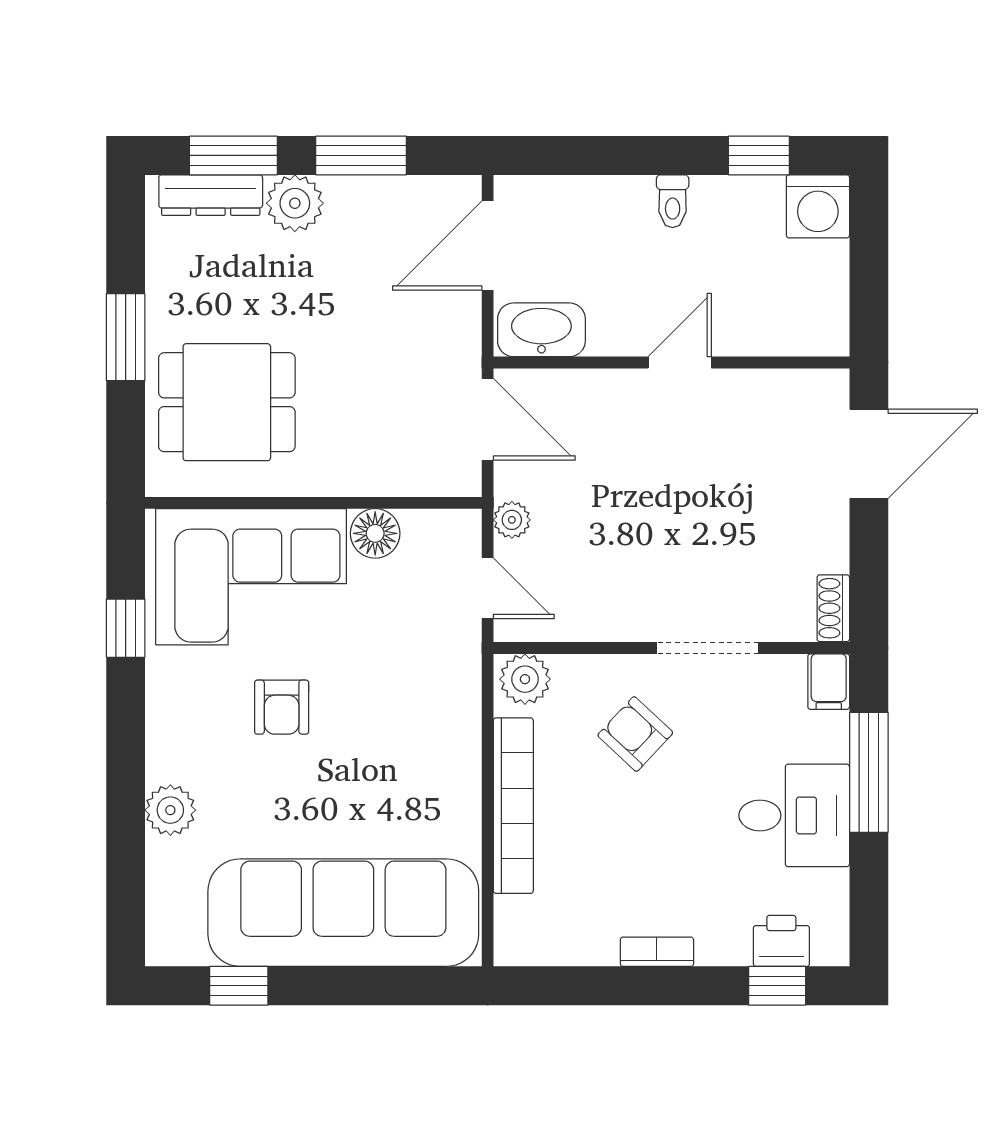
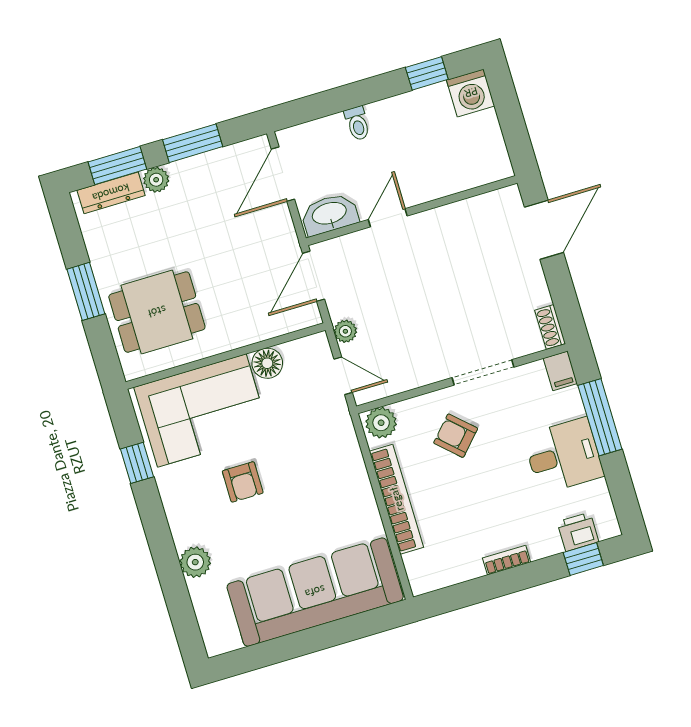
toilet: (673, 201) -> (357, 123), moved
plant: (295, 203) -> (156, 180), width x0.73, depth x0.73
door: (680, 363) -> (388, 218), moved
door: (488, 419) -> (313, 276), swing flipped
window: (239, 986) -> (266, 653), removed

